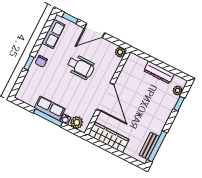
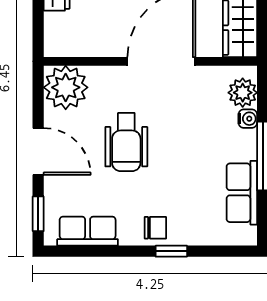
plant: (120, 52) -> (66, 87), width x1.88, depth x1.88
wheelchair: (81, 67) -> (126, 142), turned 180
row of seats: (50, 108) -> (242, 193), moved

